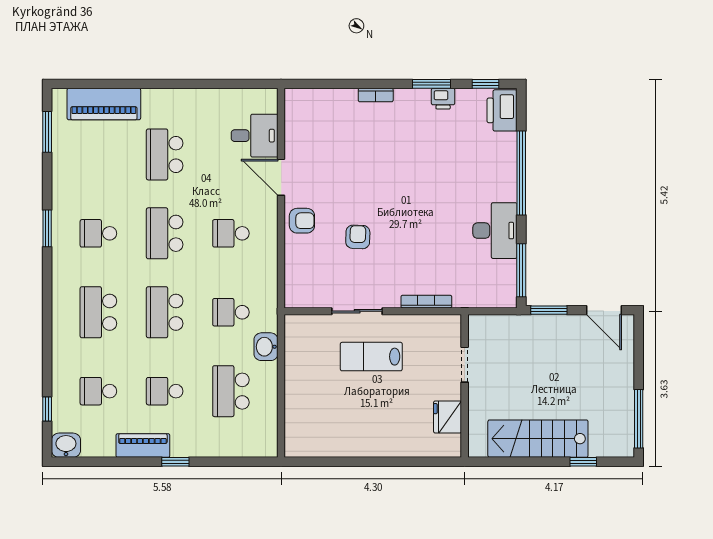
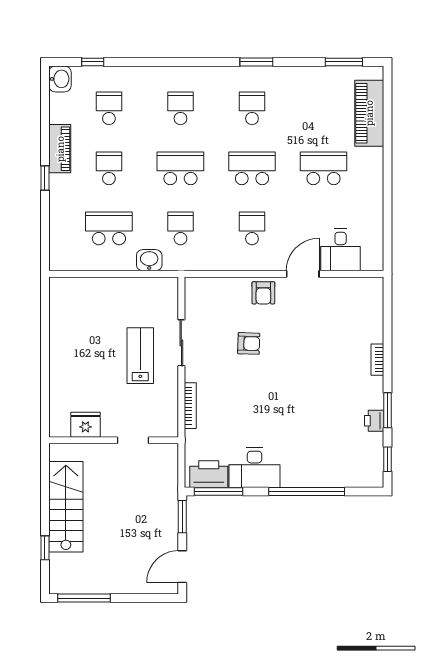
printer: (502, 110) -> (209, 474), moved
school desk: (98, 312) -> (180, 108), width x0.54

